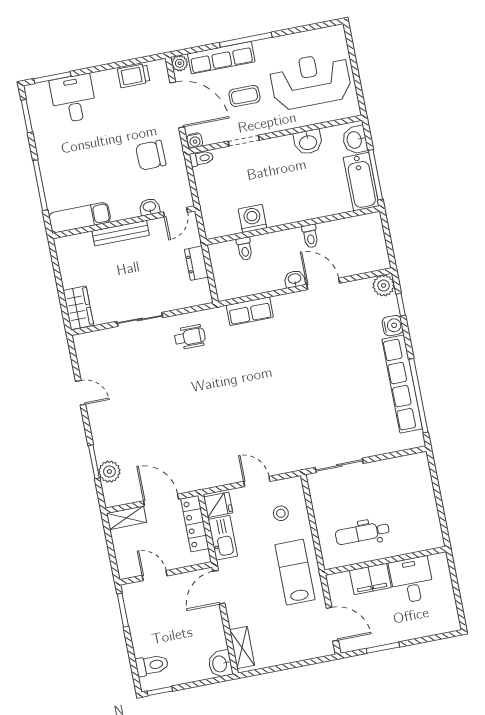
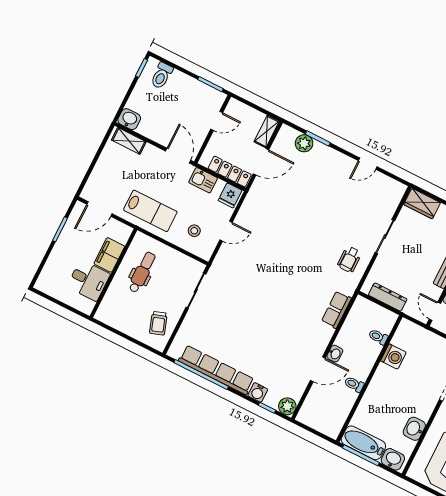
dresser: (196, 263) -> (388, 297), width x1.44
trolley: (400, 478) -> (158, 323), added
kitchen sink: (223, 538) -> (203, 180), width x0.73

